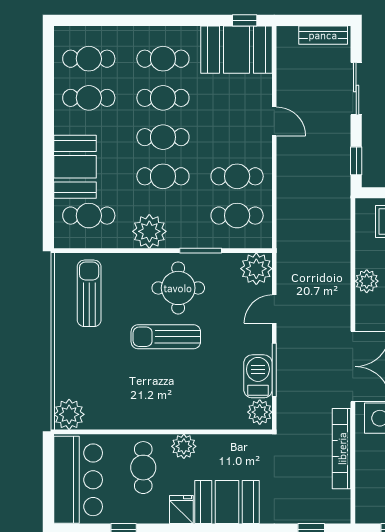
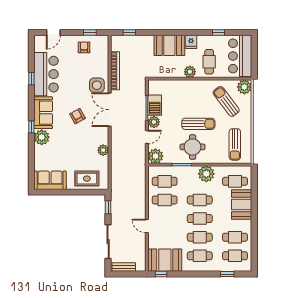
window: (105, 20) -> (227, 274), added
sliding door: (356, 89) -> (108, 242), width x1.37
sun lounger: (107, 384) -> (226, 101), added
plant: (260, 412) -> (154, 122), moved

